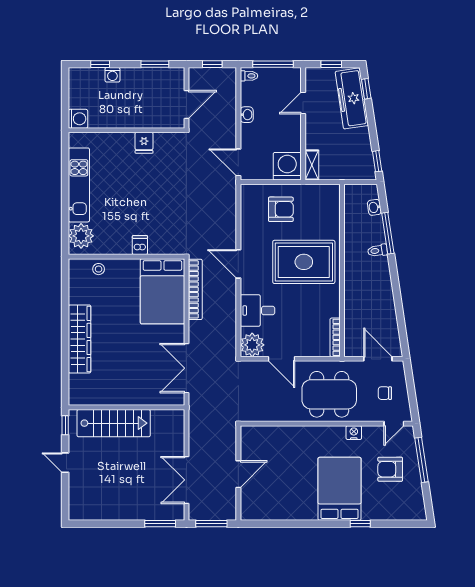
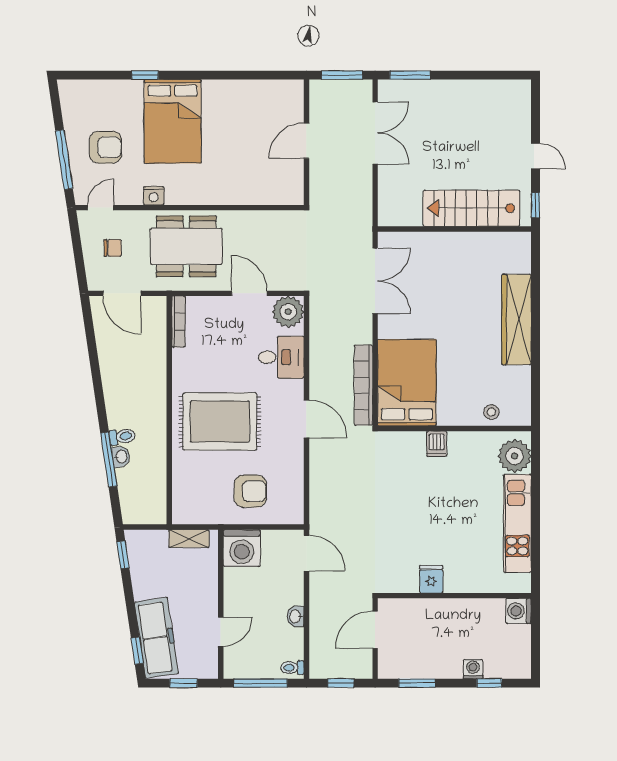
shelving: (312, 165) -> (189, 539), moved, turned 90
washbasin: (374, 207) -> (121, 457), moved
armchair: (281, 209) -> (250, 491), turned 180

